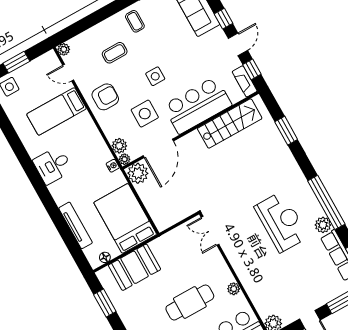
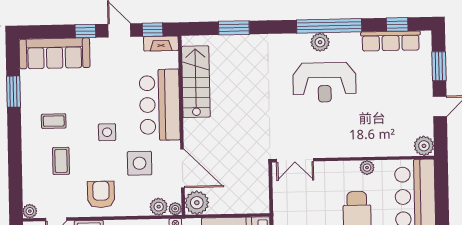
coffee table: (135, 21) -> (54, 121), moved
reception desk: (281, 222) -> (324, 82), turned 180
plant: (323, 225) -> (320, 42), moved

